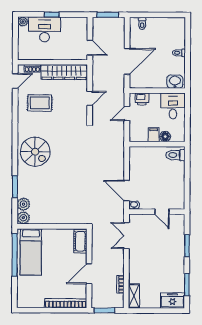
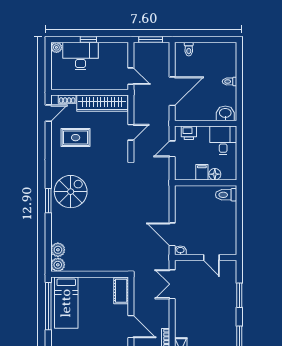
spiral stairs: (35, 152) -> (71, 192), turned -90
window: (15, 187) -> (48, 201), moved
door: (89, 274) -> (131, 327), swing flipped

